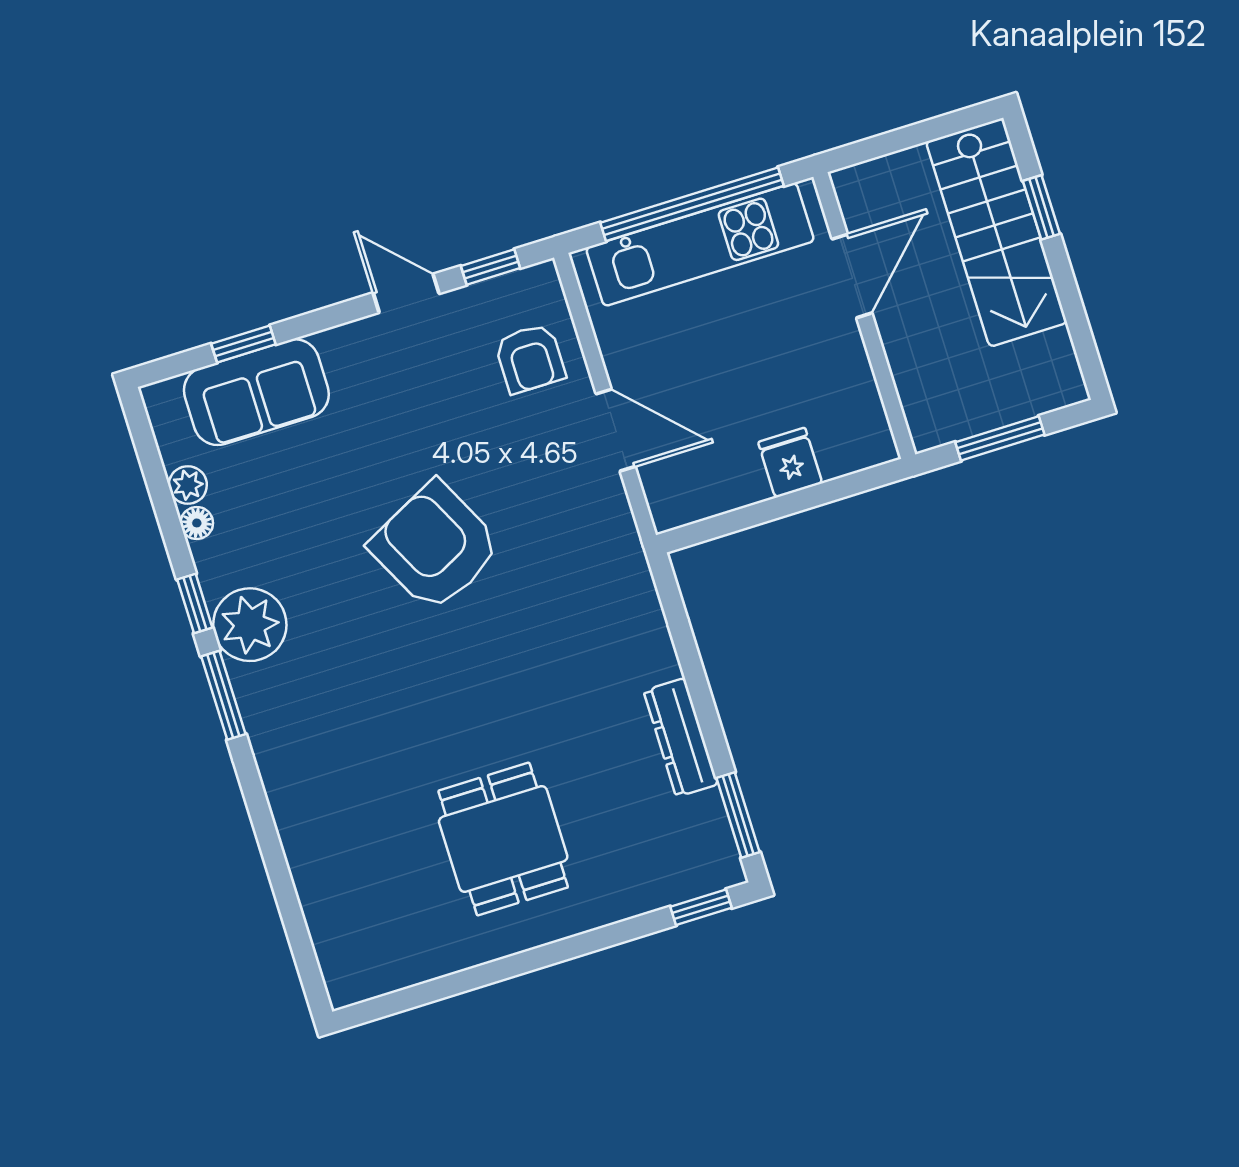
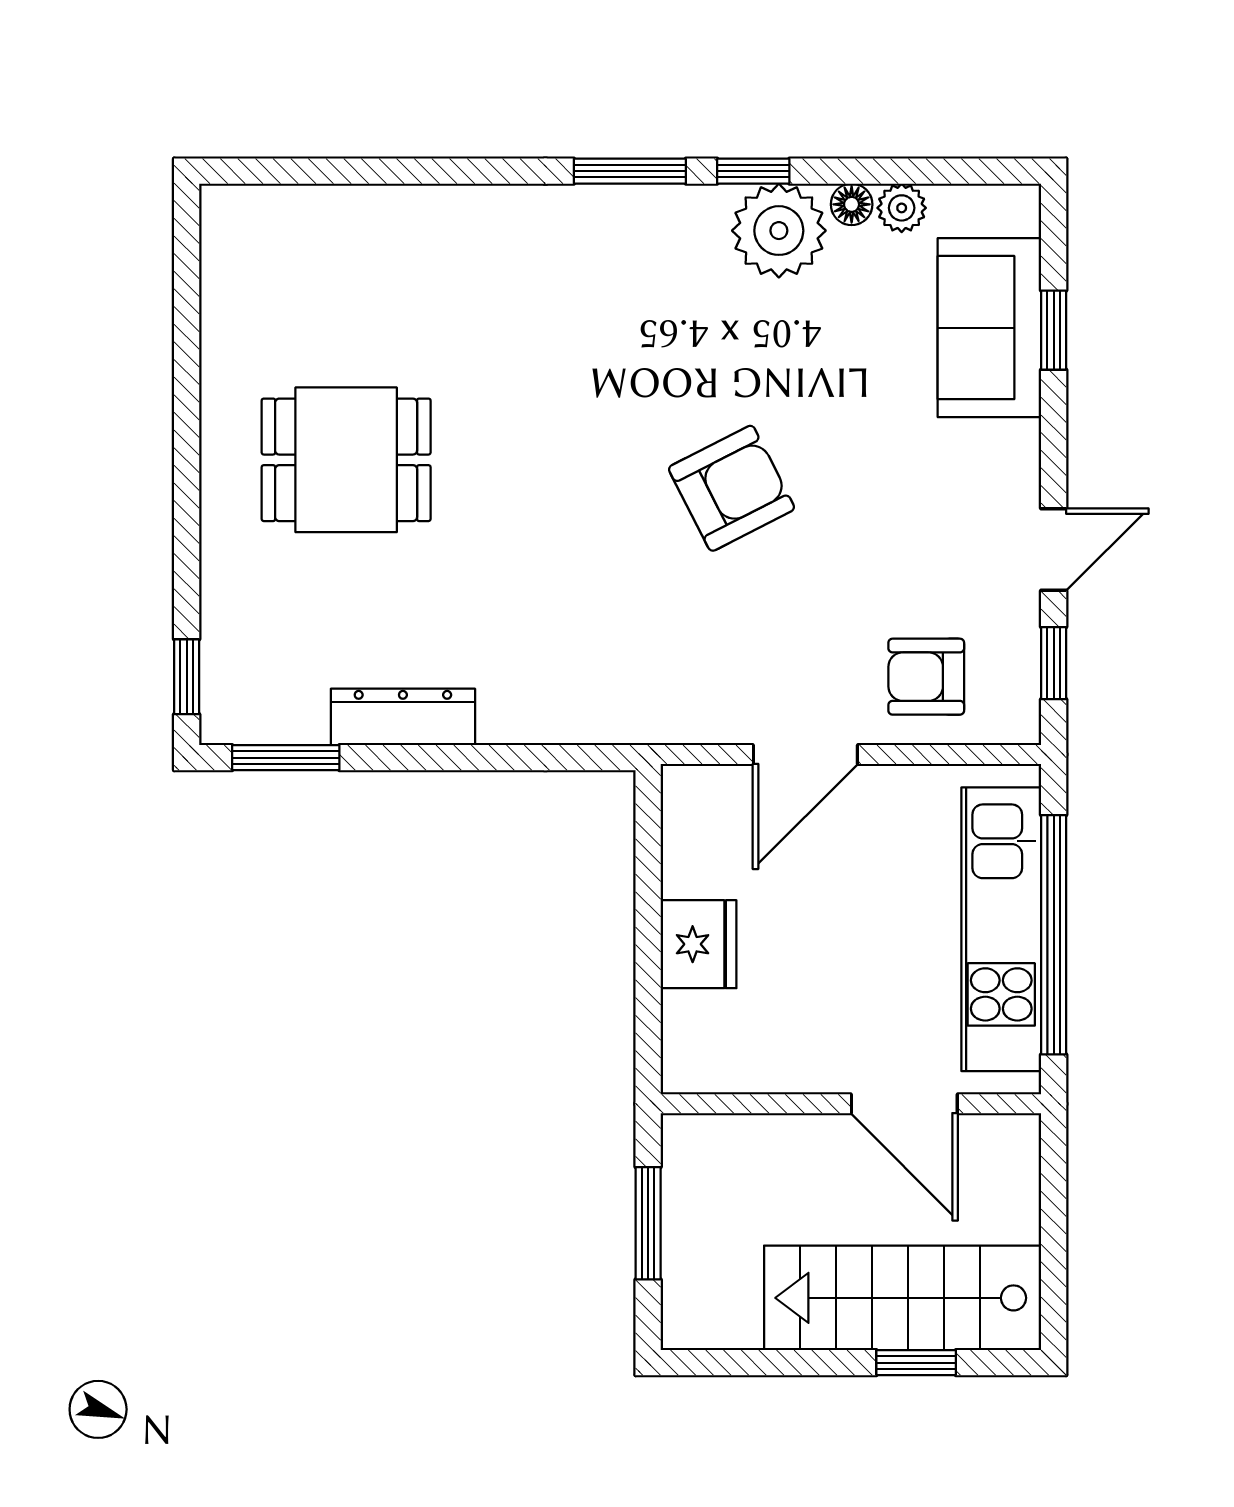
fridge: (790, 463) -> (699, 944), width x1.38
armchair: (435, 546) -> (732, 488), width x0.73, depth x0.73
plant: (250, 625) -> (779, 231), moved

